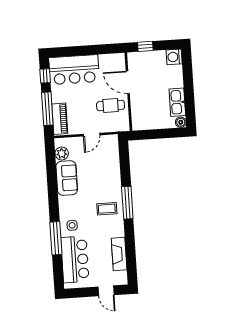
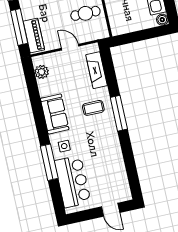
door: (92, 135) -> (70, 47), swing flipped
sofa: (67, 178) -> (55, 114), moved
coffee table: (107, 209) -> (93, 108), moved
fireplace: (119, 254) -> (97, 70), moved

